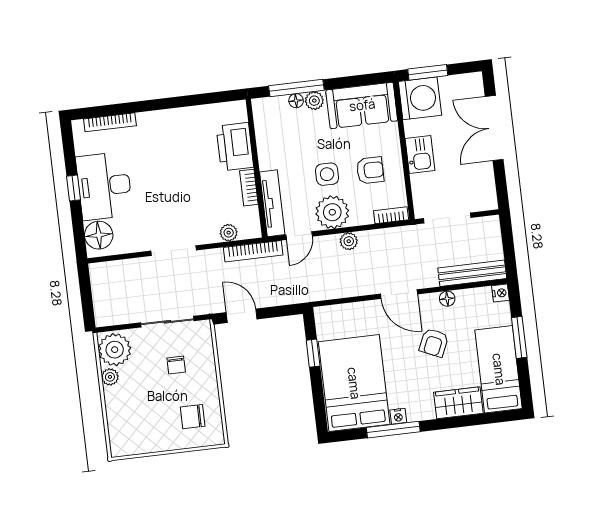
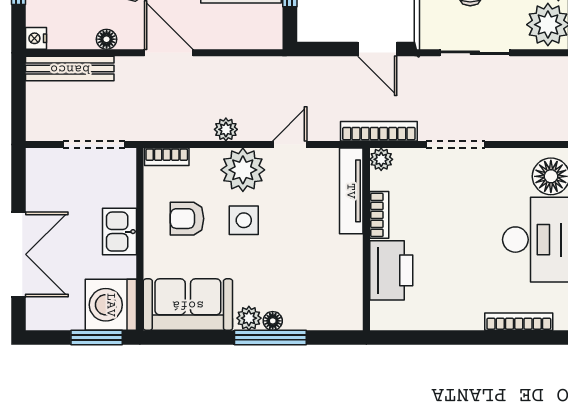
printer: (235, 147) -> (391, 270), moved
wall: (256, 168) -> (366, 239), moved
bookcase: (249, 188) -> (379, 215), moved
tv unit: (272, 203) -> (351, 191), moved
bookcase: (253, 251) -> (379, 131), moved

